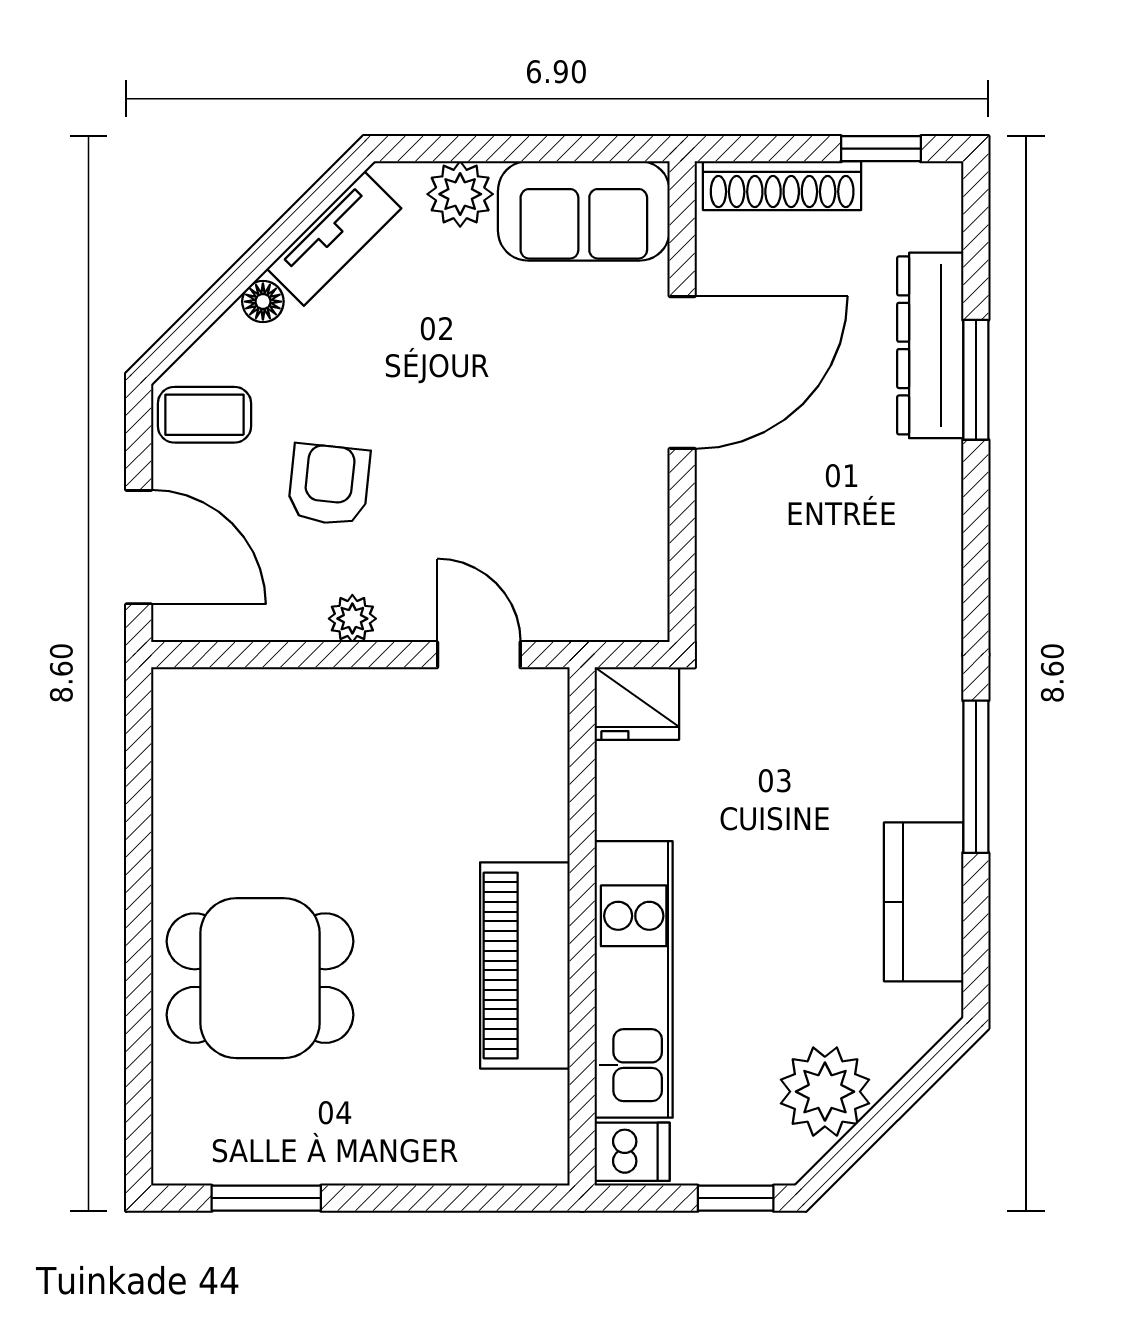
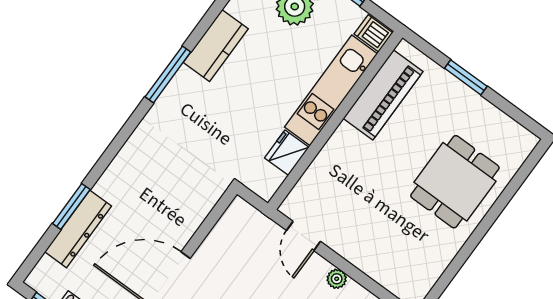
fridge: (637, 704) -> (287, 153), moved, turned -90
piano: (525, 965) -> (383, 95), moved
dining table: (260, 978) -> (455, 182), turned 90
window: (266, 1198) -> (466, 77), moved

